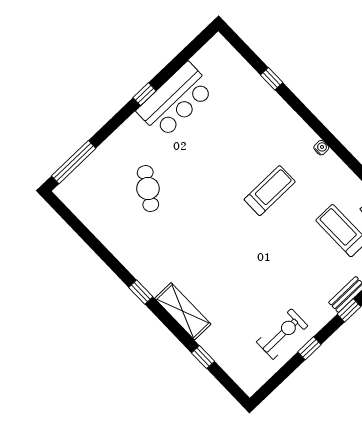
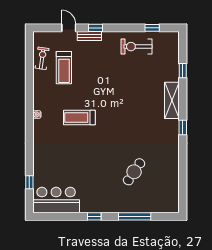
window: (272, 79) -> (29, 182), moved
bar counter: (176, 100) -> (56, 200), moved
window: (74, 162) -> (135, 216), moved
window: (309, 348) -> (152, 28), moved

